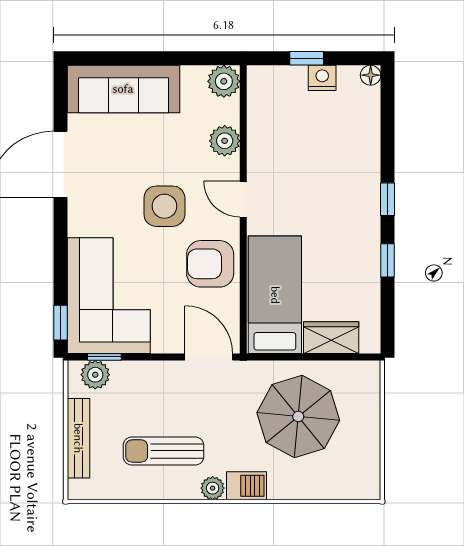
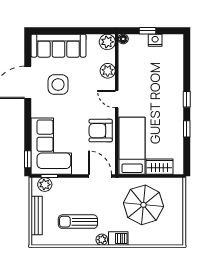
floor lamp: (371, 75) -> (123, 39), moved
side table: (164, 206) -> (58, 85), moved

